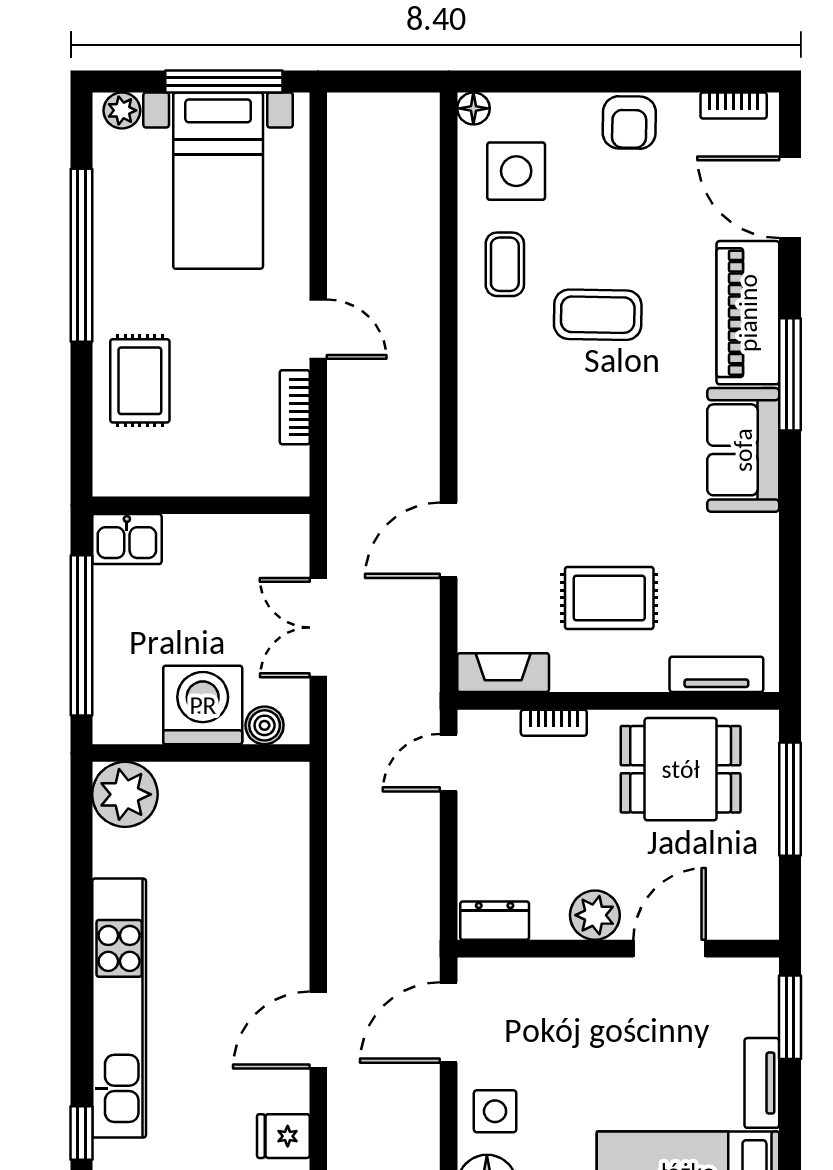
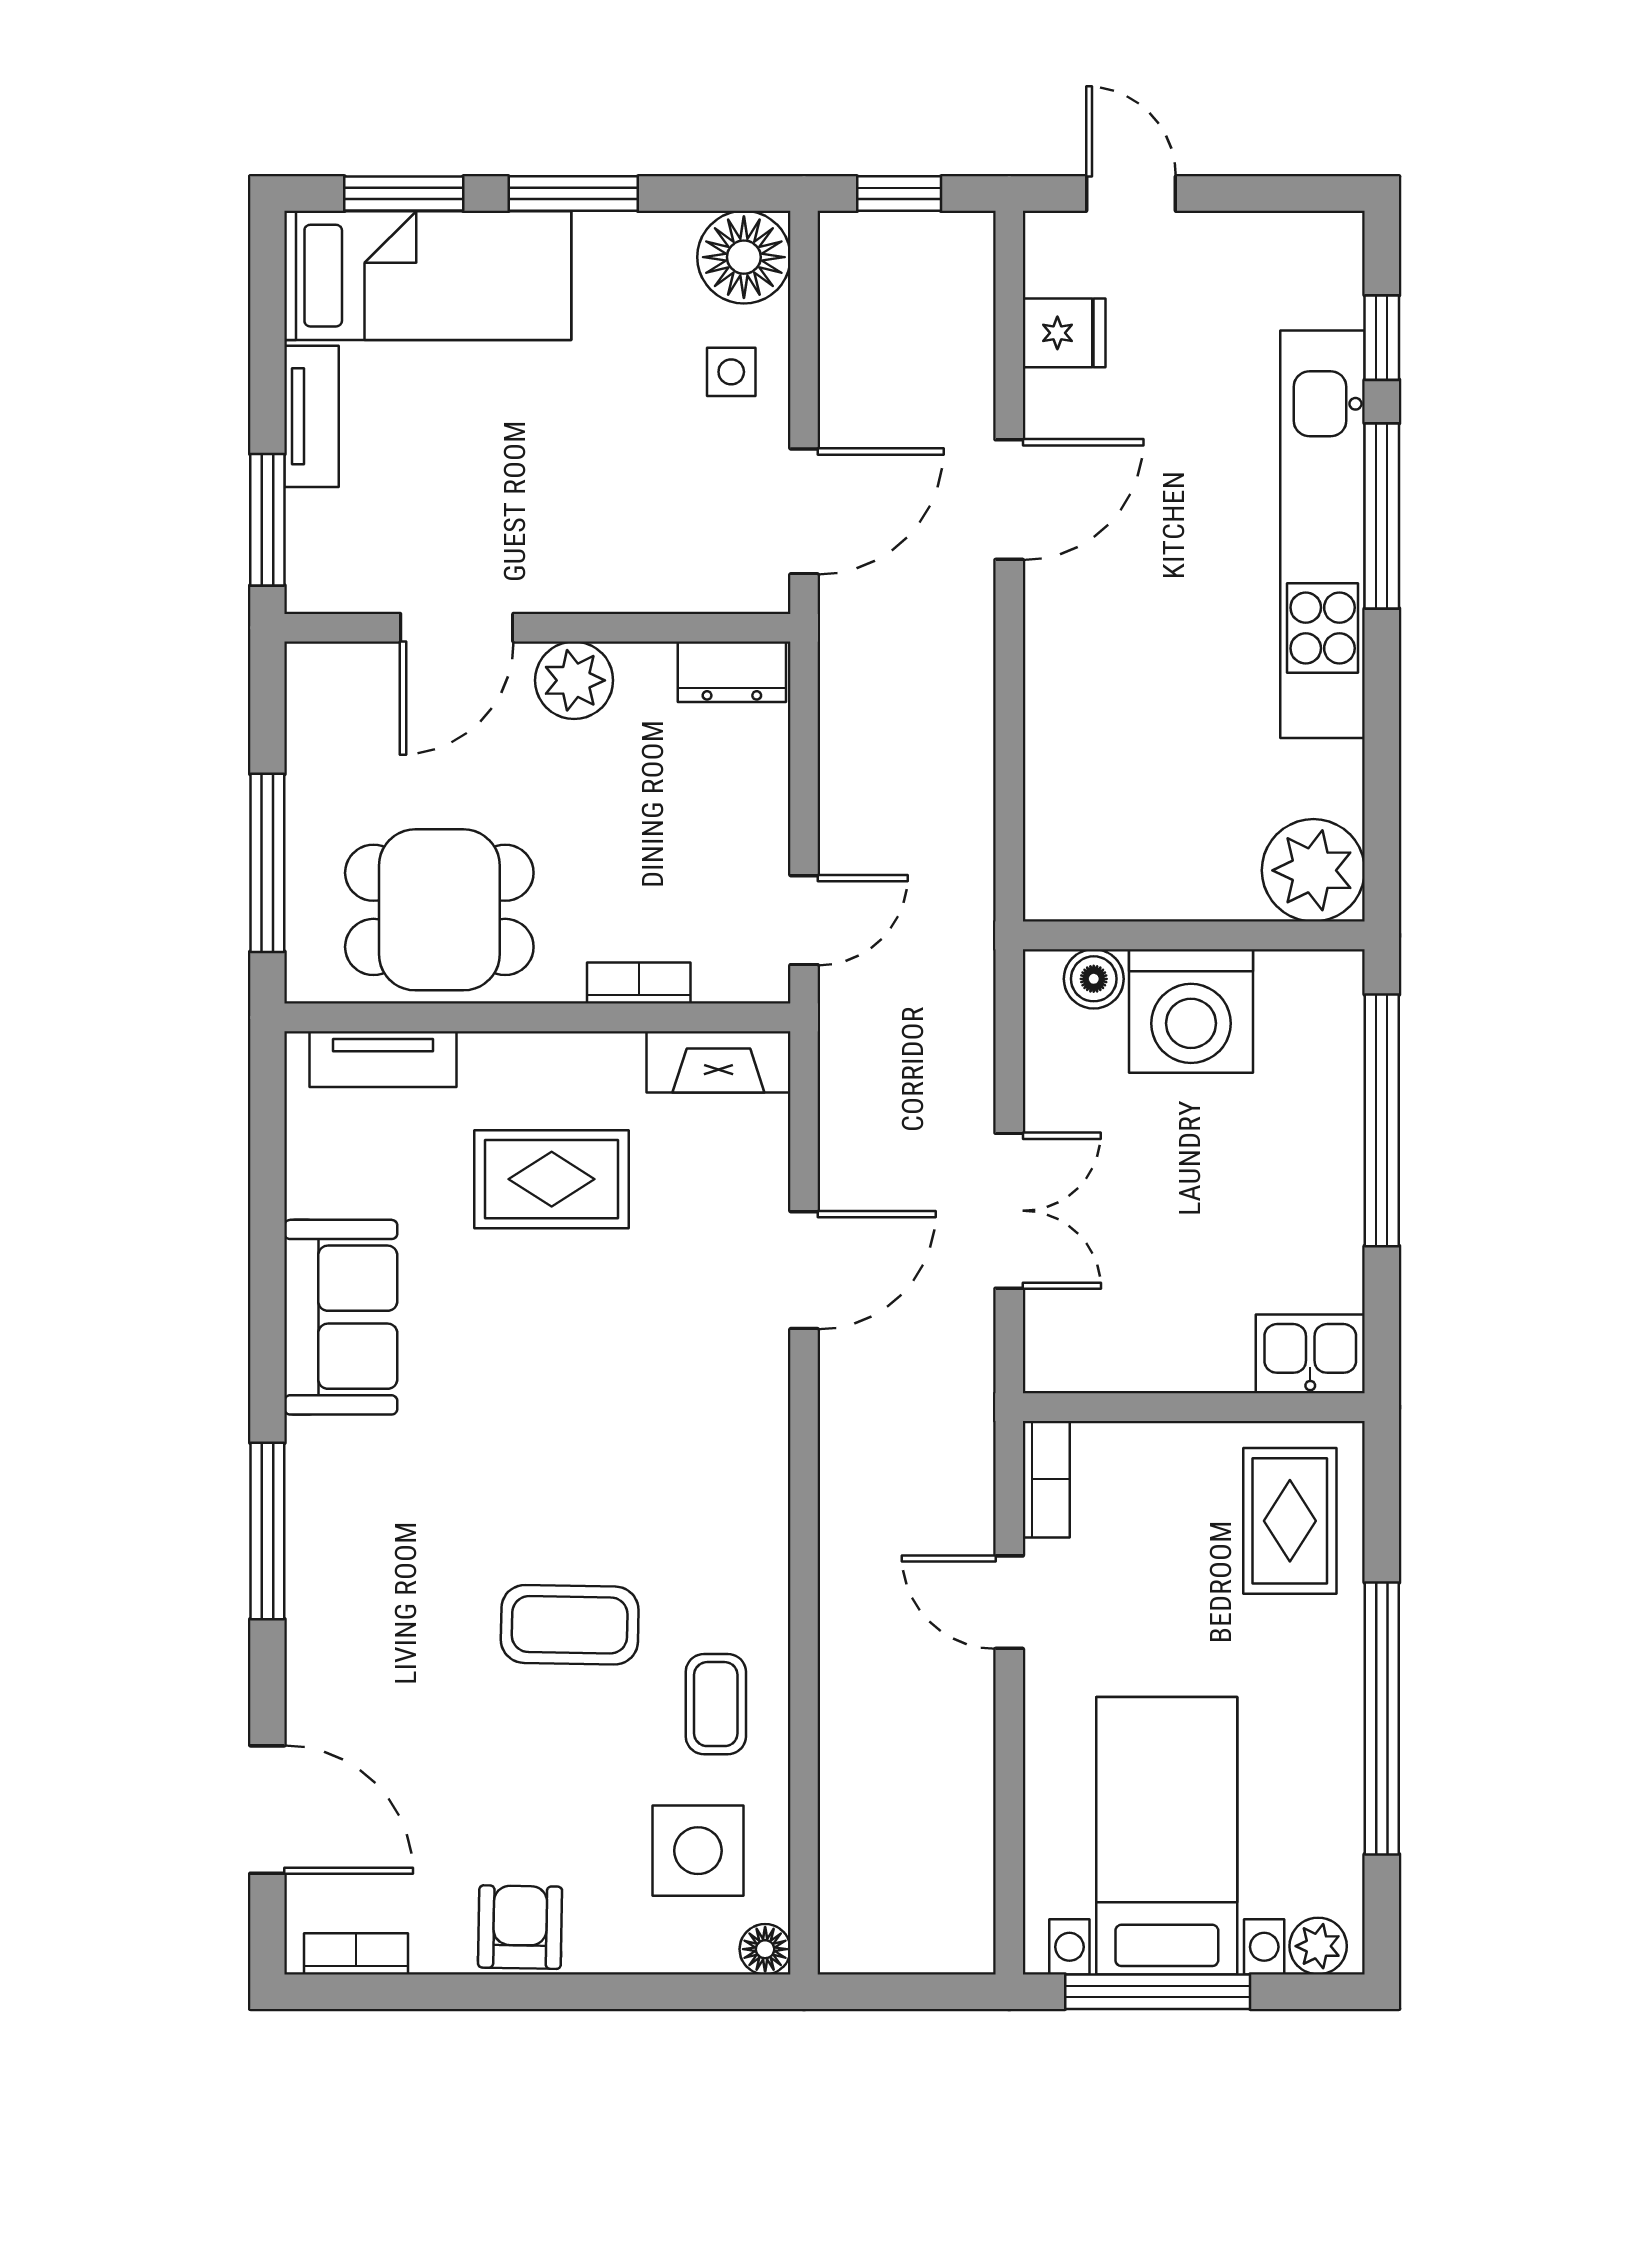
piano: (748, 313) -> (333, 1628), removed
sofa: (743, 450) -> (341, 1317), moved
wall: (201, 505) -> (1194, 1407), moved
kitchen sink: (127, 539) -> (1310, 1354), moved
double door: (318, 628) -> (1009, 1211), moved
window: (81, 1020) -> (1382, 516), added
side table: (495, 1111) -> (731, 372), width x0.73, depth x0.73

